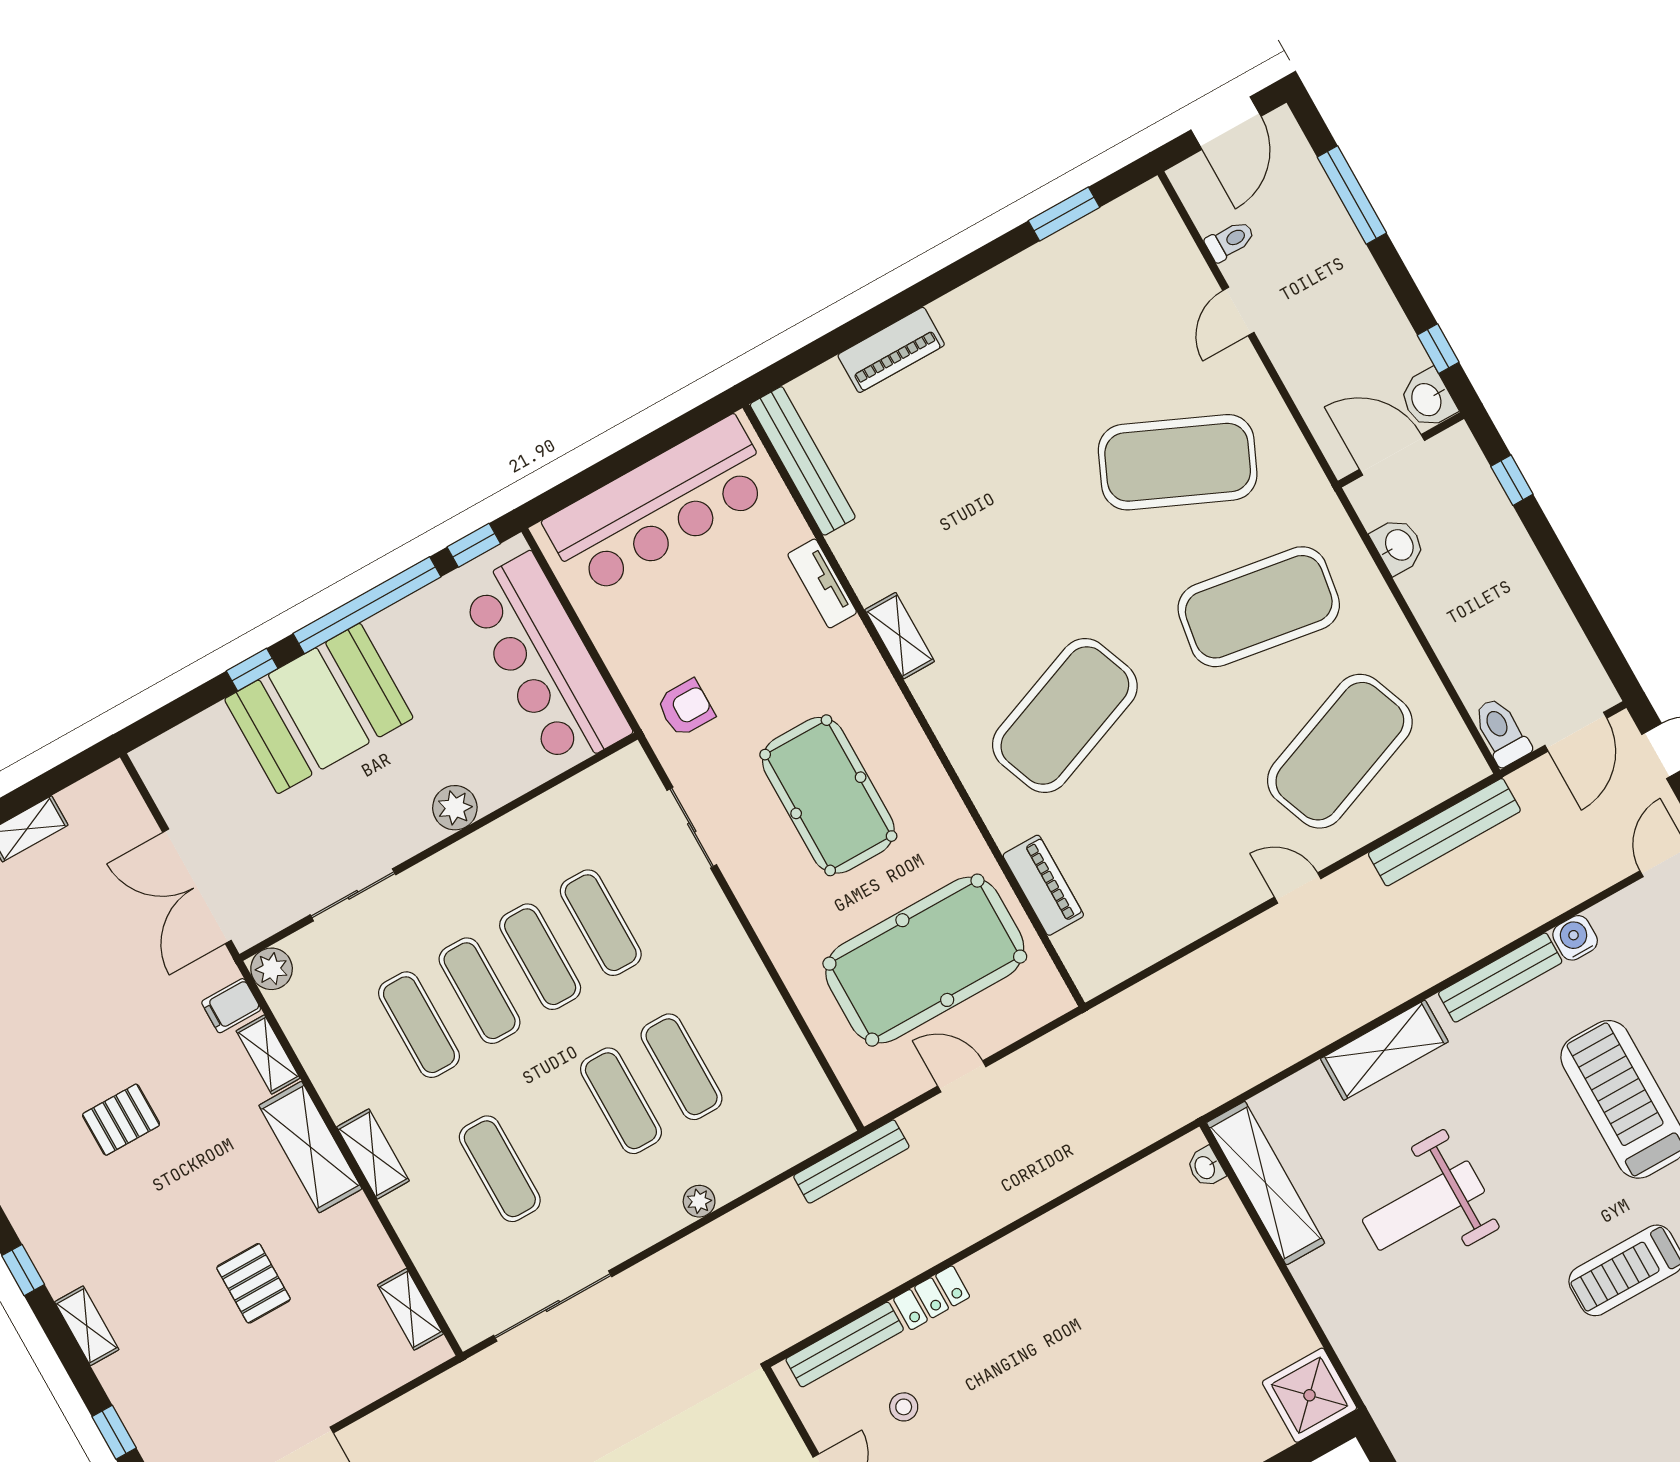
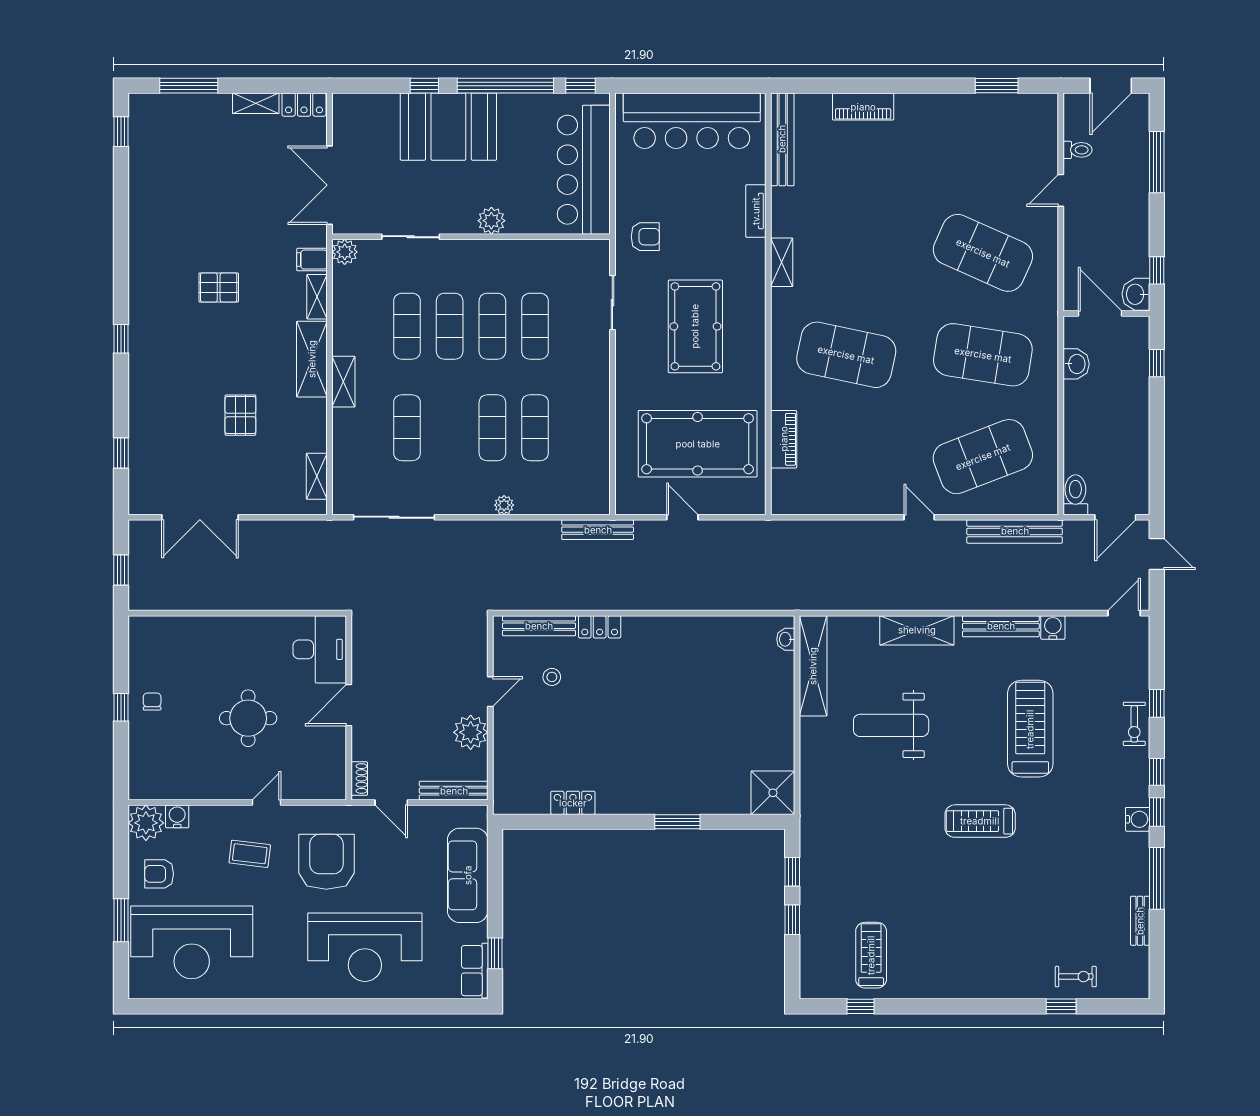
exercise mat: (1065, 716) -> (846, 355), turned 33
locker: (96, 792) -> (304, 105), added
shelving: (87, 1326) -> (138, 388), removed

